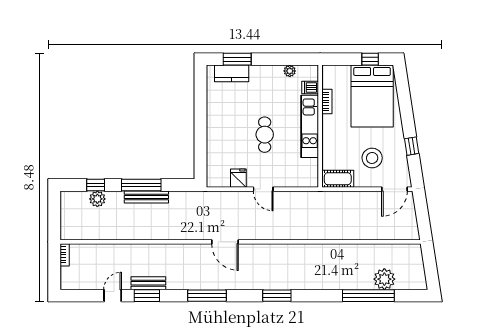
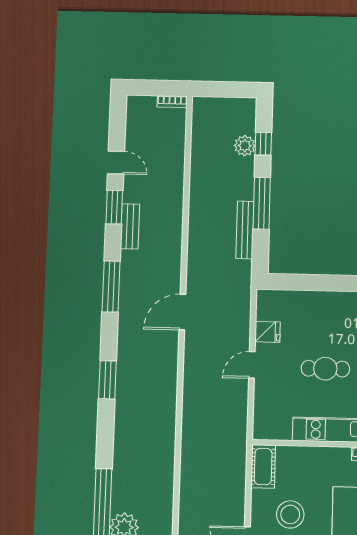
bench: (146, 197) -> (245, 230), moved
bench: (148, 283) -> (130, 226), moved

